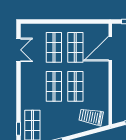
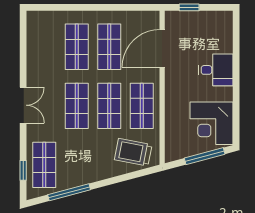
double door: (19, 50) -> (23, 105), moved
shop shelf: (97, 86) -> (142, 106), added

